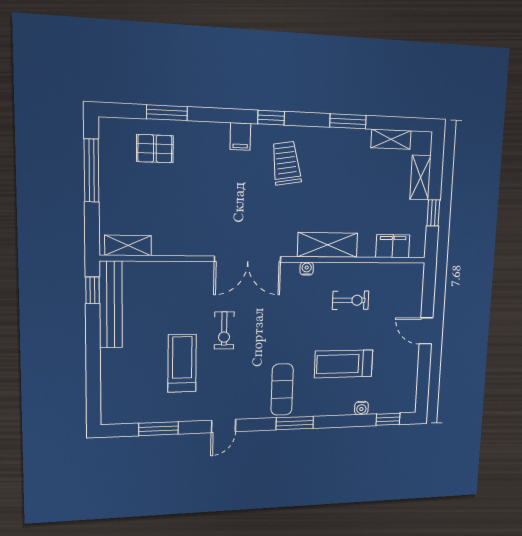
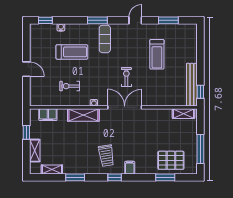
pallet: (155, 149) -> (171, 160), width x1.50, depth x1.42
exercise bike: (224, 330) -> (126, 77), moved

